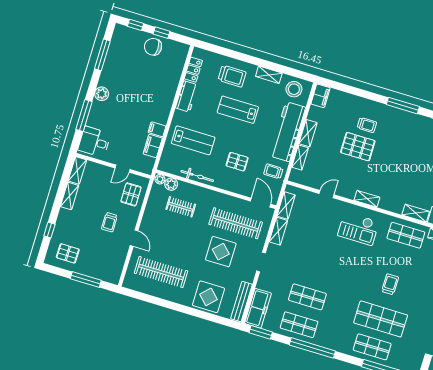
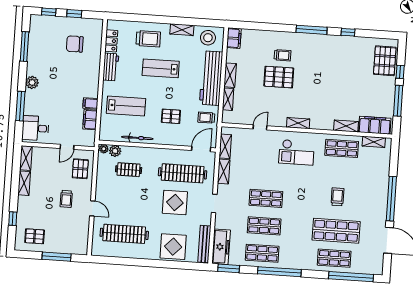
chair: (153, 47) -> (75, 44), moved
door: (261, 203) -> (201, 149), hinge flipped
shop shelf: (316, 269) -> (266, 198), added

